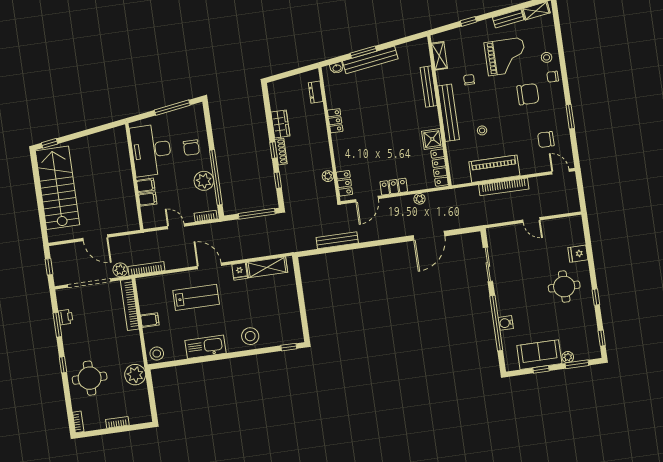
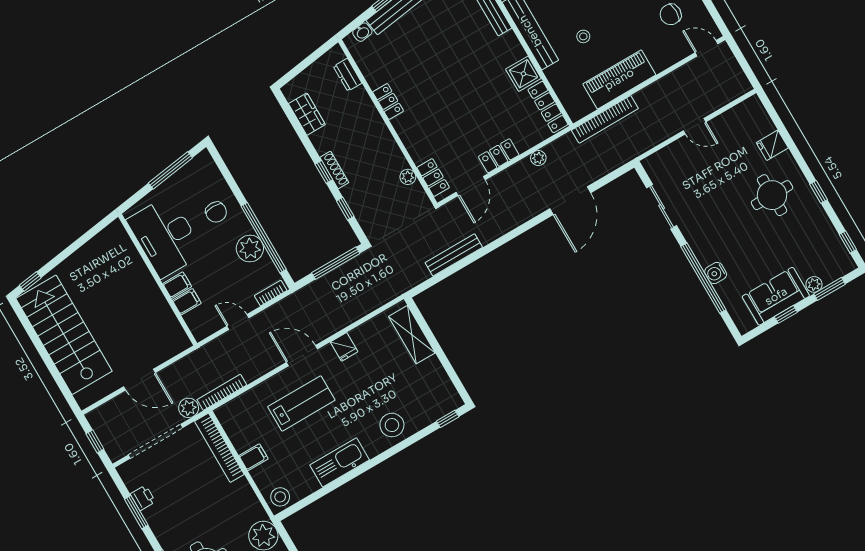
wardrobe: (280, 124) -> (307, 114), moved
bookcase: (504, 187) -> (605, 119), moved
shelving: (267, 267) -> (412, 335), moved, turned 90

